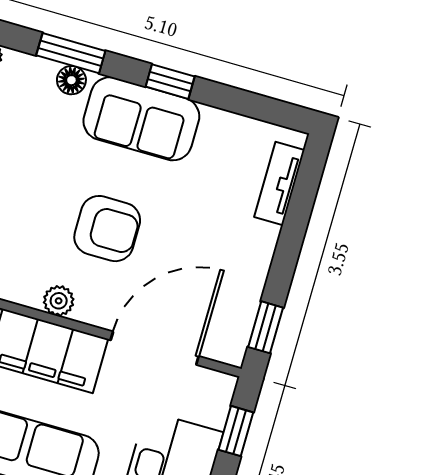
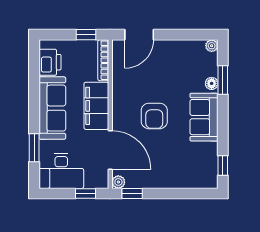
window: (170, 82) -> (223, 166), moved
tv unit: (279, 184) -> (193, 182), removed
plant: (59, 301) -> (118, 182), moved

